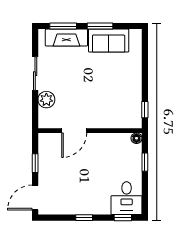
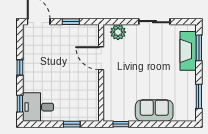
window: (100, 26) -> (199, 96), moved
sofa: (109, 41) -> (154, 111), moved, turned 90
plant: (46, 100) -> (118, 32), moved
floor lamp: (136, 138) -> (94, 116), removed

